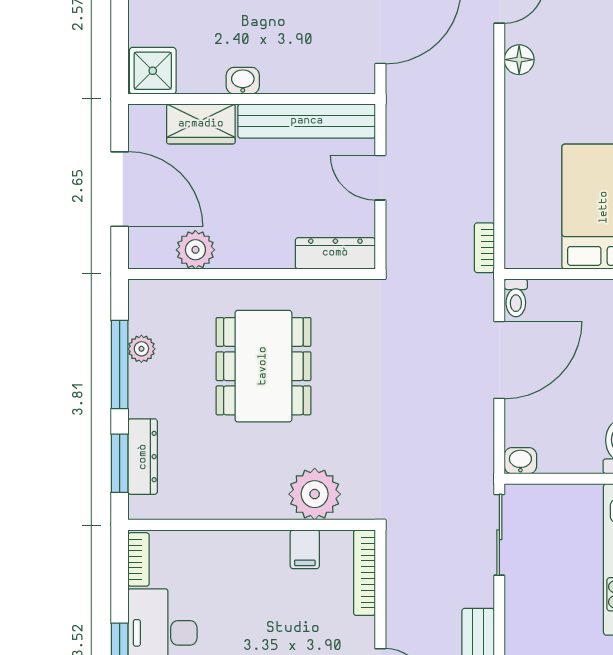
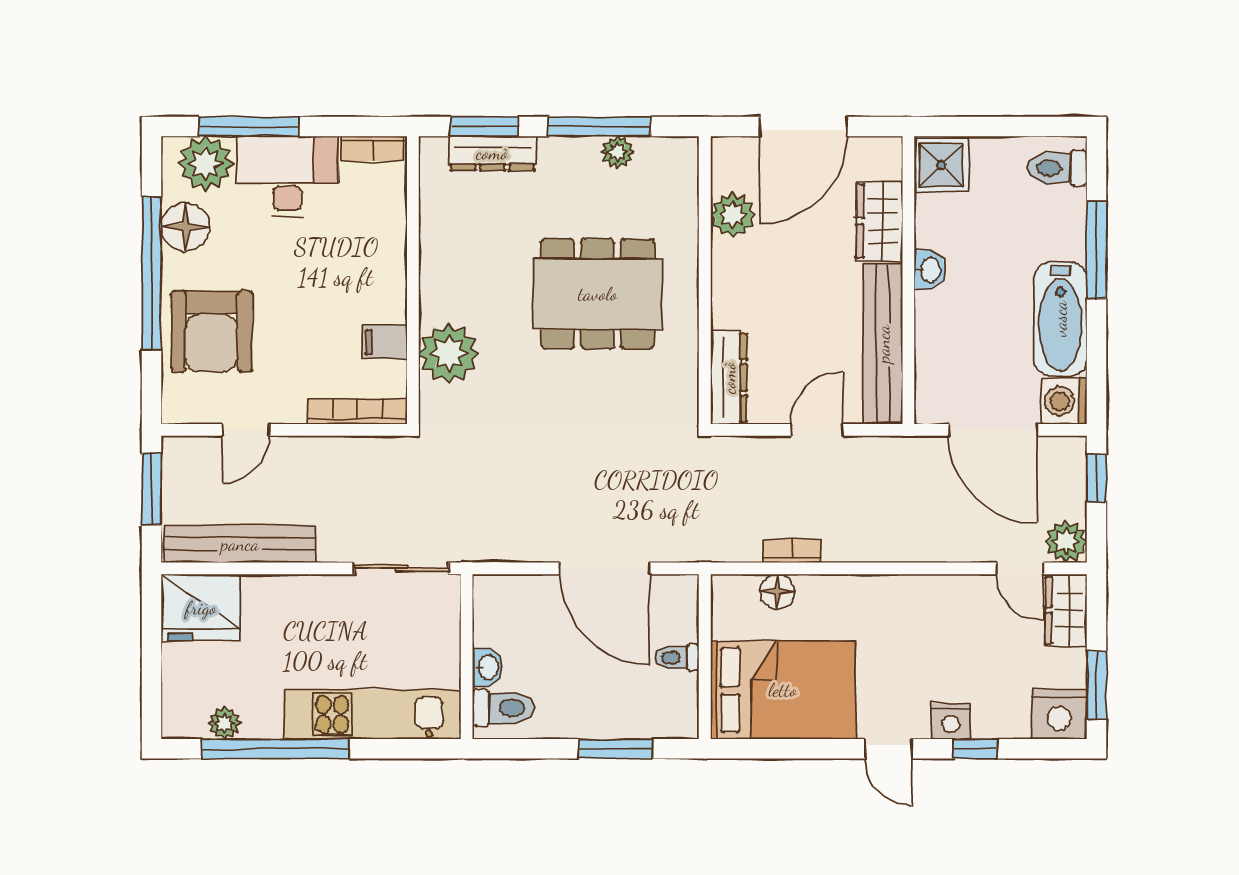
floor lamp: (519, 60) -> (777, 591), moved
bookcase: (484, 248) -> (792, 551), moved
toilet: (516, 298) -> (677, 658), moved
washbasin: (520, 461) -> (488, 667), moved

